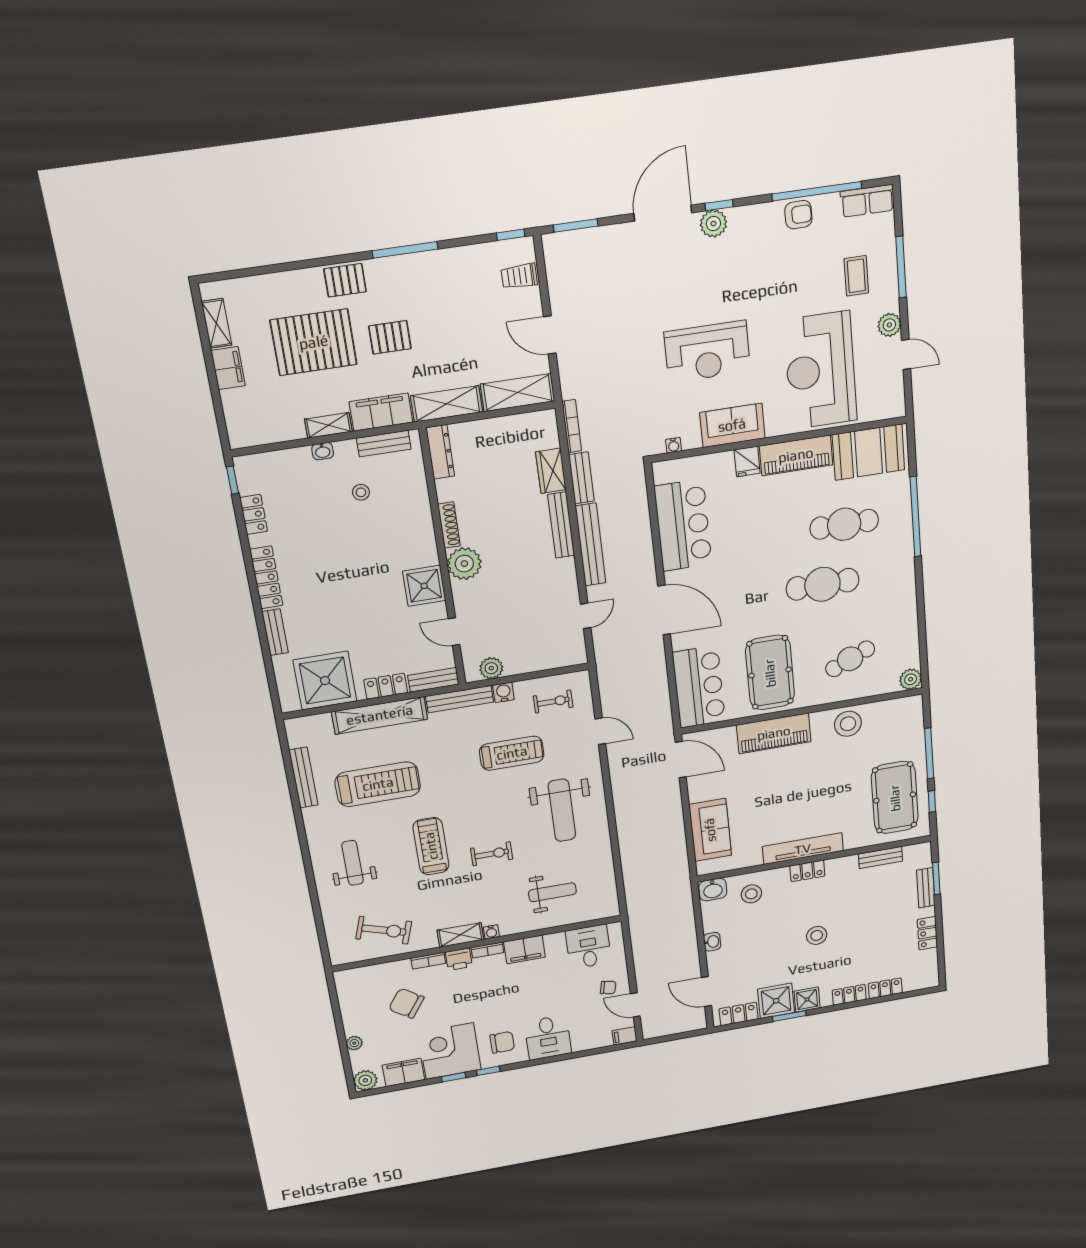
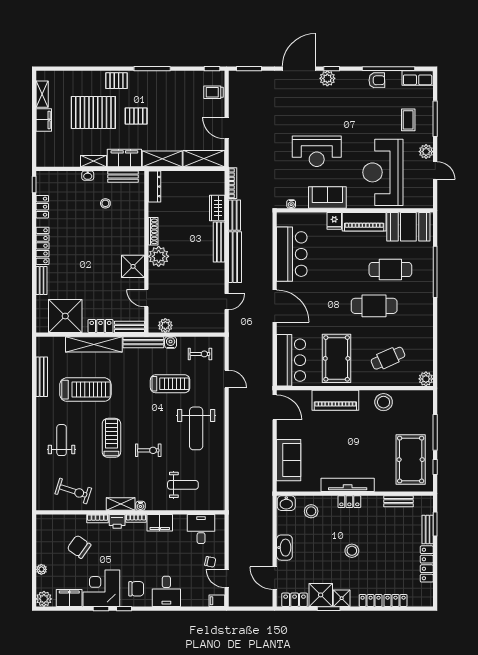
locker: (927, 933) -> (427, 564), width x1.53
washbasin: (712, 942) -> (284, 548), width x1.91, depth x1.45

